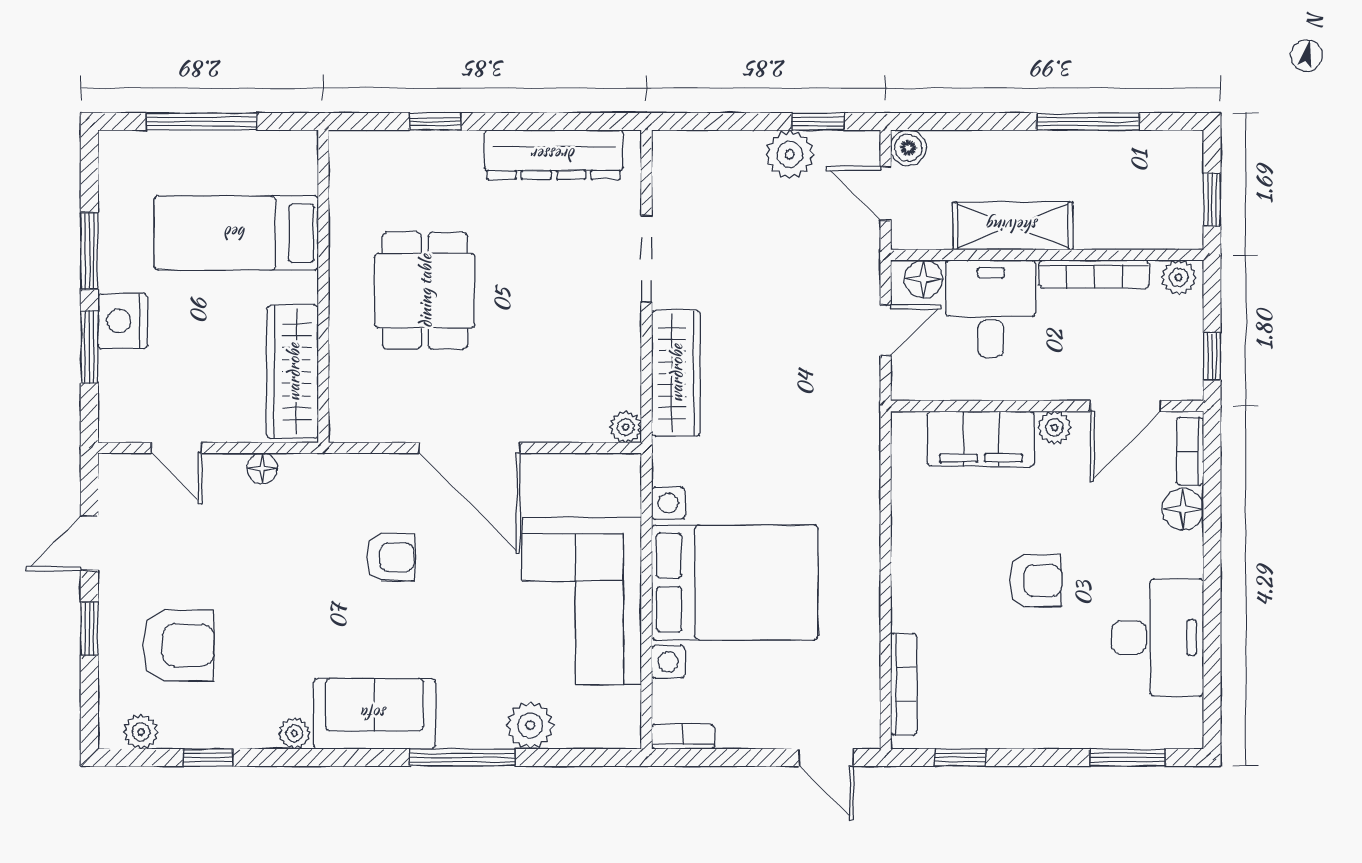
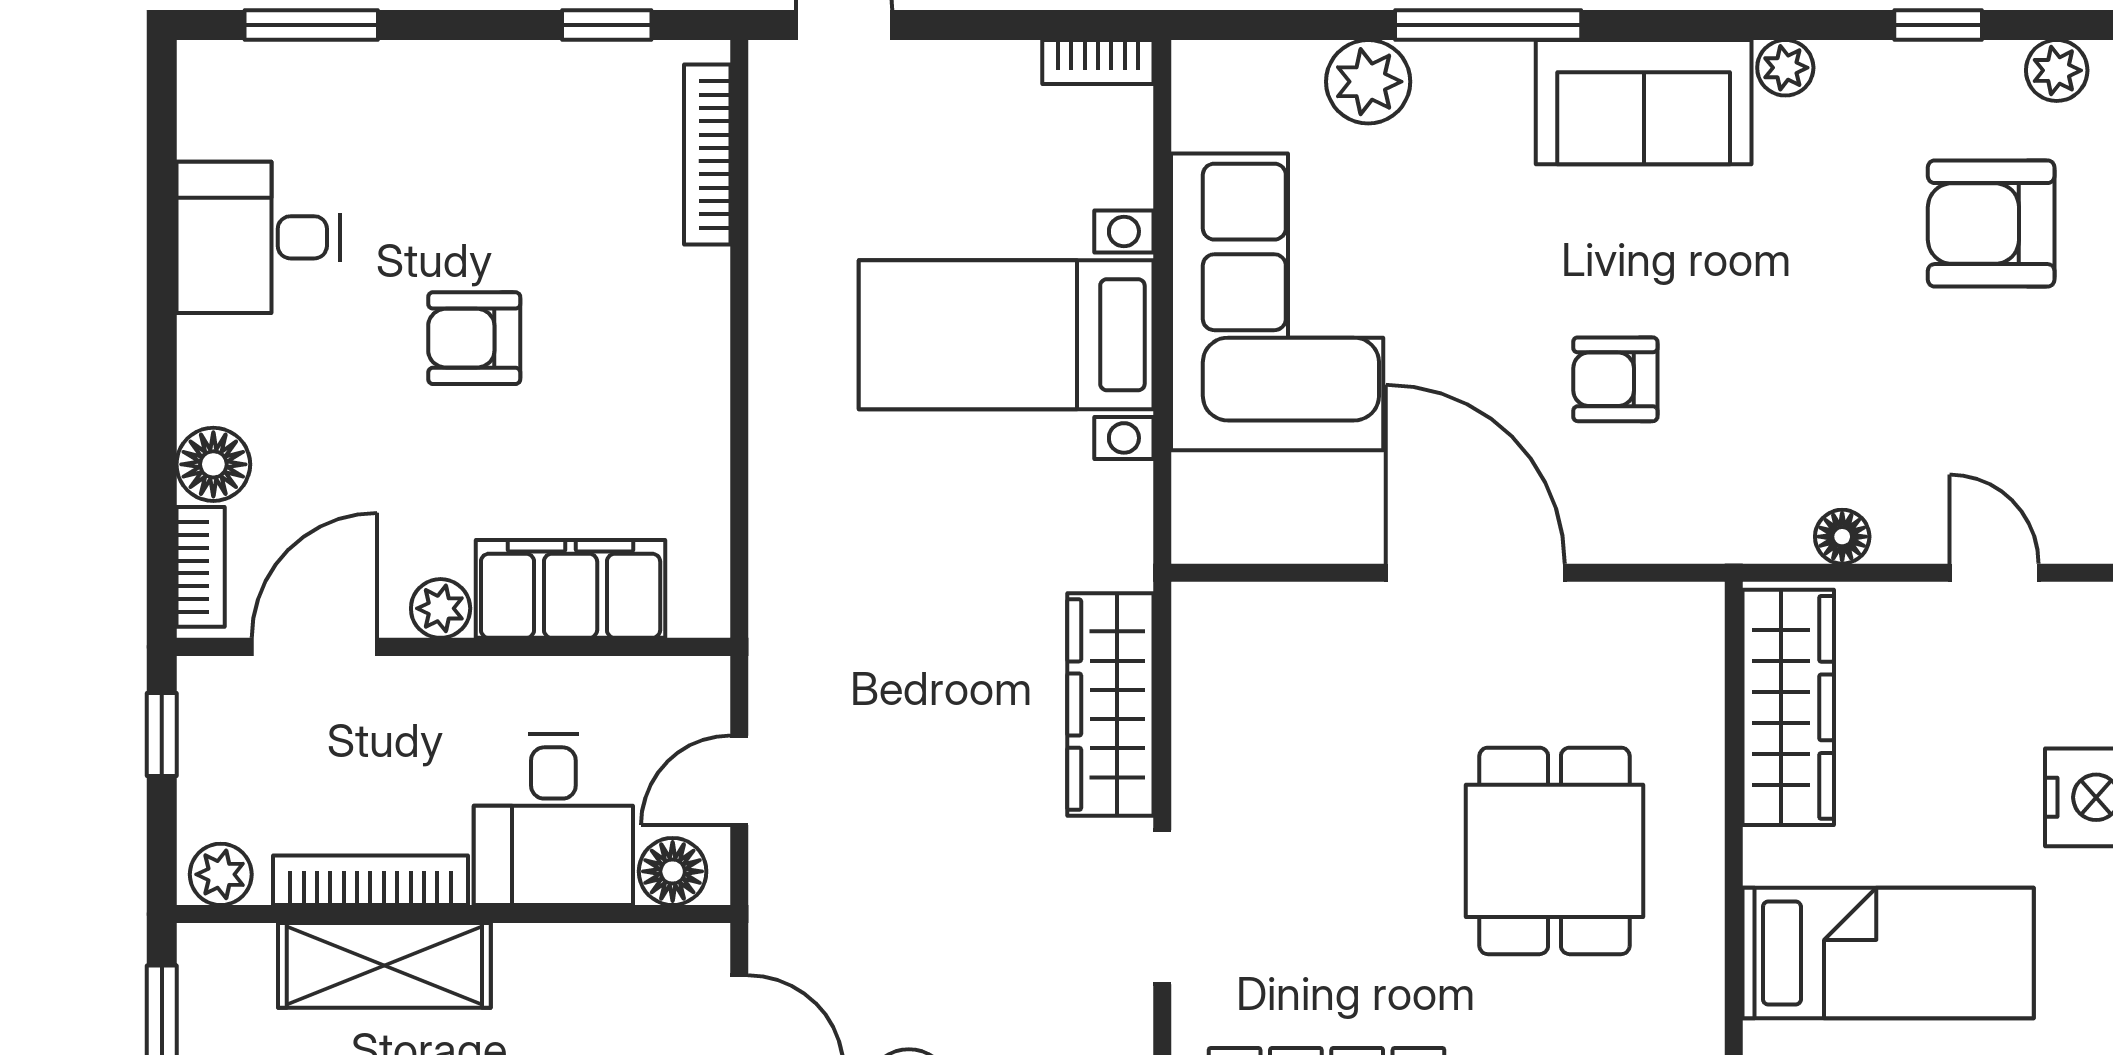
shelving: (1013, 226) -> (384, 965), moved
plant: (626, 427) -> (1199, 610), removed
bed with nightstands: (735, 582) -> (1006, 335), width x0.73
desk: (1157, 637) -> (258, 237), width x0.73

